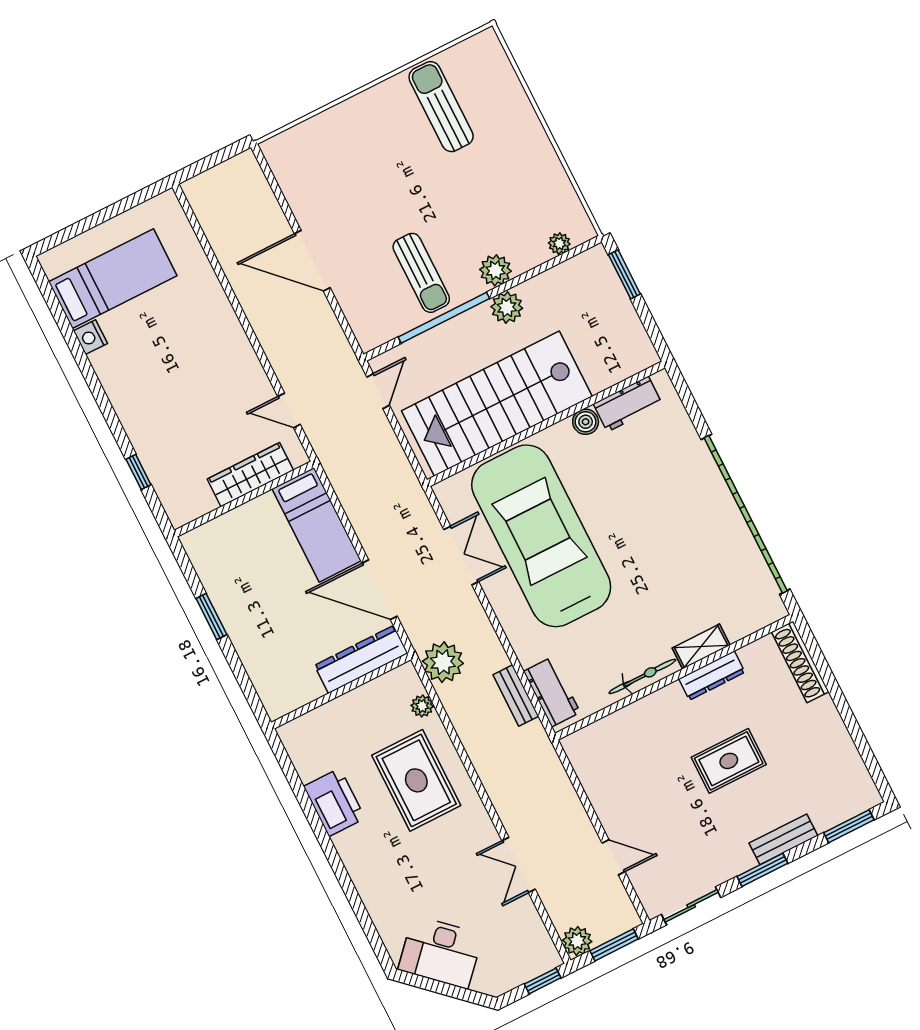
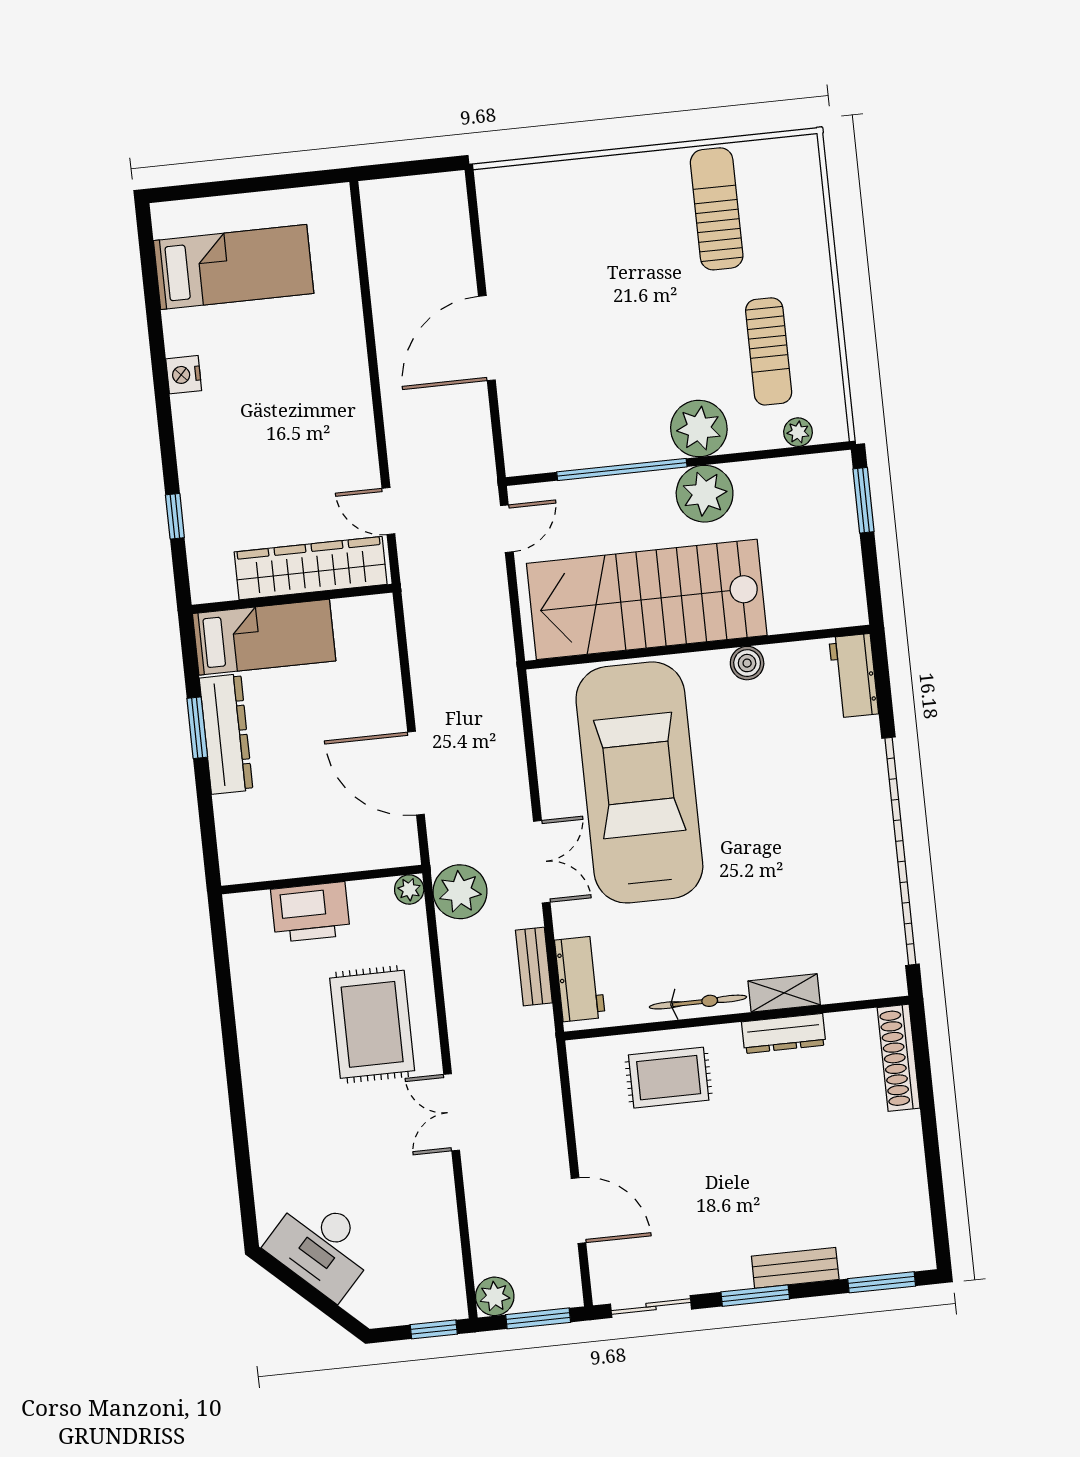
door: (312, 261) -> (487, 338), hinge flipped
plant: (495, 270) -> (699, 429), width x1.36, depth x1.36
sun lounger: (421, 273) -> (769, 351), moved
plant: (507, 307) -> (705, 494), width x1.36, depth x1.36
nightstand: (90, 337) -> (184, 375), moved
workbench: (628, 404) -> (854, 676), moved, turned 90
wardrobe: (250, 475) -> (311, 568), width x1.40, depth x1.17
bed: (317, 525) -> (264, 637), moved, turned -90
double door: (461, 555) -> (542, 862), moved
dresser: (361, 659) -> (226, 734), moved, turned 90
plant: (422, 706) -> (409, 889), moved
rug: (729, 761) -> (669, 1078), moved
printer: (334, 802) -> (310, 912), moved, turned 90
door: (614, 857) -> (578, 1211), width x1.38
double door: (519, 865) -> (452, 1112), moved

